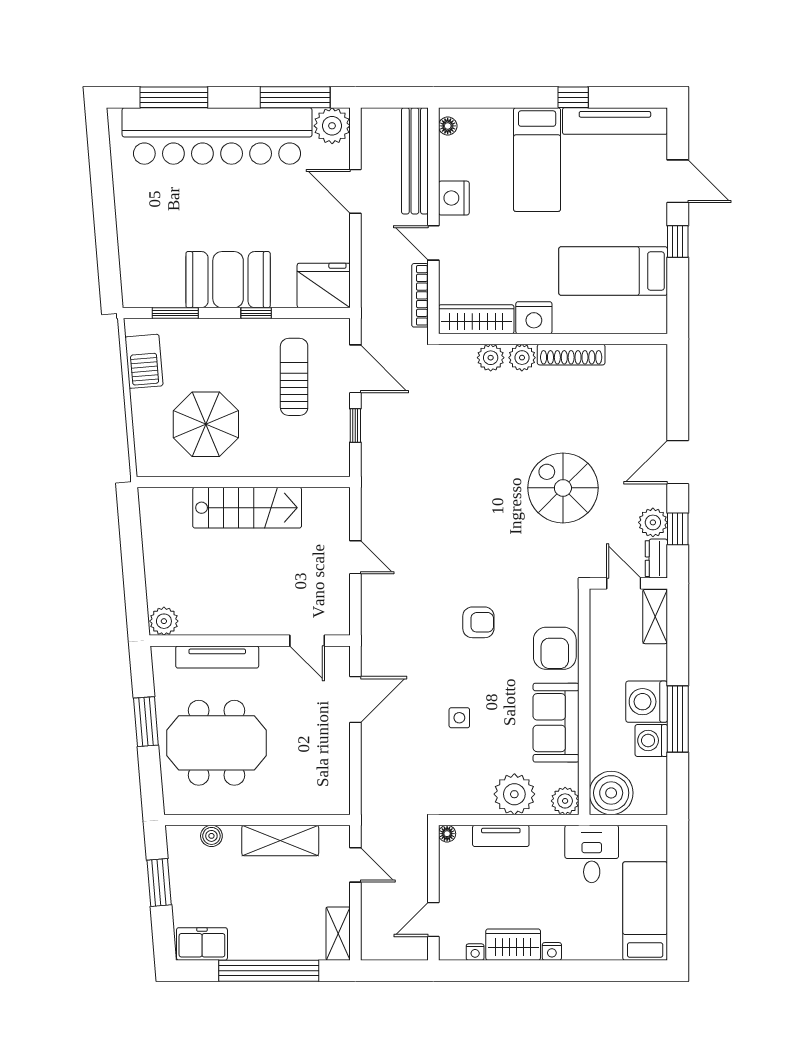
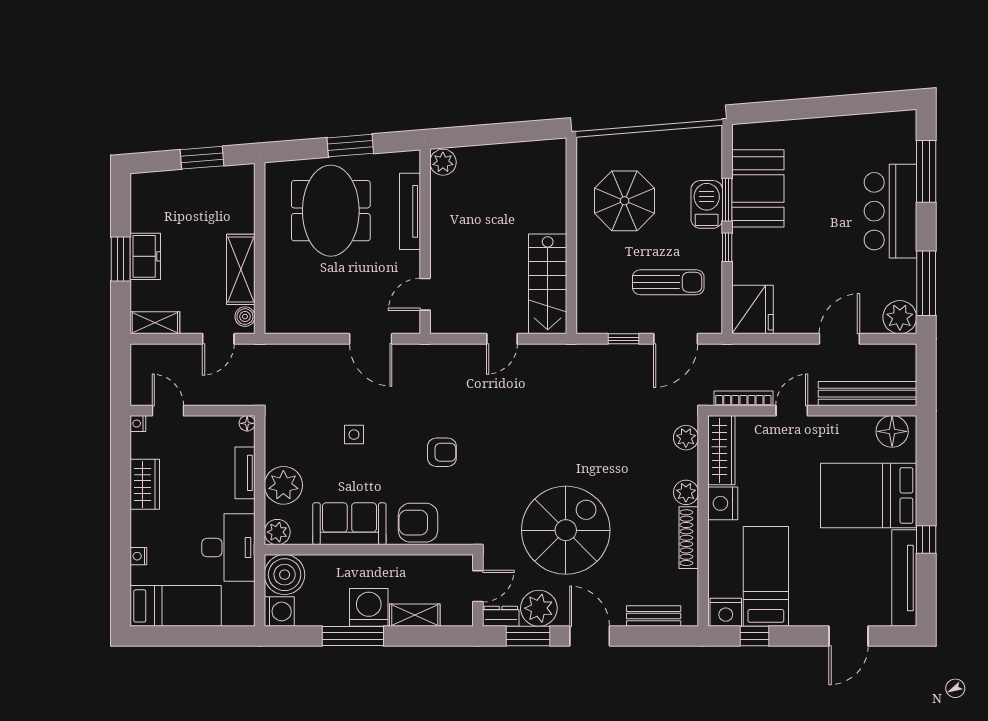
floor lamp: (448, 126) -> (892, 431), width x1.89, depth x1.89
bar counter: (217, 136) -> (890, 211), width x0.54
bed: (537, 160) -> (869, 495), width x1.50
nightstand: (454, 198) -> (726, 612), moved, turned 180
window: (678, 241) -> (754, 636), moved
booth: (228, 280) -> (758, 188), moved
window: (175, 313) -> (727, 200), moved
plant: (491, 358) -> (686, 438), moved
barbecue: (144, 361) -> (707, 204), moved, turned 95
bench: (656, 393) -> (654, 616), added
spiral stairs: (563, 488) -> (566, 530), width x1.37, depth x1.37
stairs: (247, 508) -> (548, 284), moved
plant: (653, 522) -> (539, 608), width x1.36, depth x1.36
window: (678, 529) -> (528, 636), width x1.50
shelving: (655, 617) -> (415, 615), moved
armchair: (478, 622) -> (442, 452), turned -90
washing machine: (651, 740) -> (279, 611), moved, turned 90
boiler: (211, 836) -> (245, 317), moved
desk: (592, 854) -> (228, 547), width x1.37
freezer: (202, 944) -> (145, 256), moved
nightstand: (552, 951) -> (138, 556), moved
nightstand: (475, 952) -> (138, 424), moved
window: (269, 971) -> (121, 259), width x0.47

